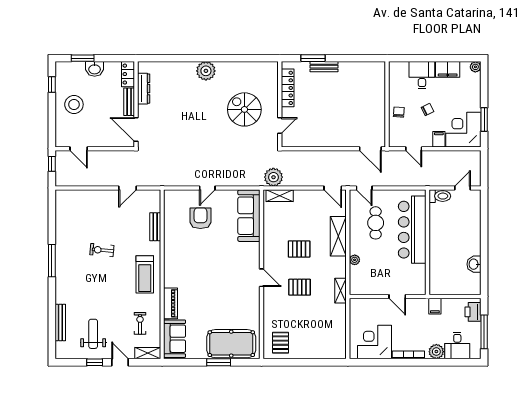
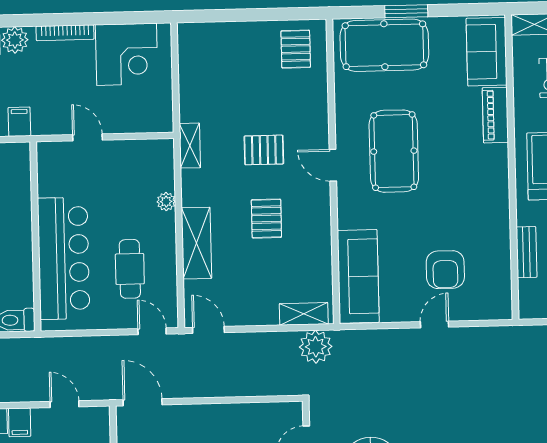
pallet: (299, 249) -> (266, 219), turned 90
pool table: (227, 285) -> (394, 151), added

